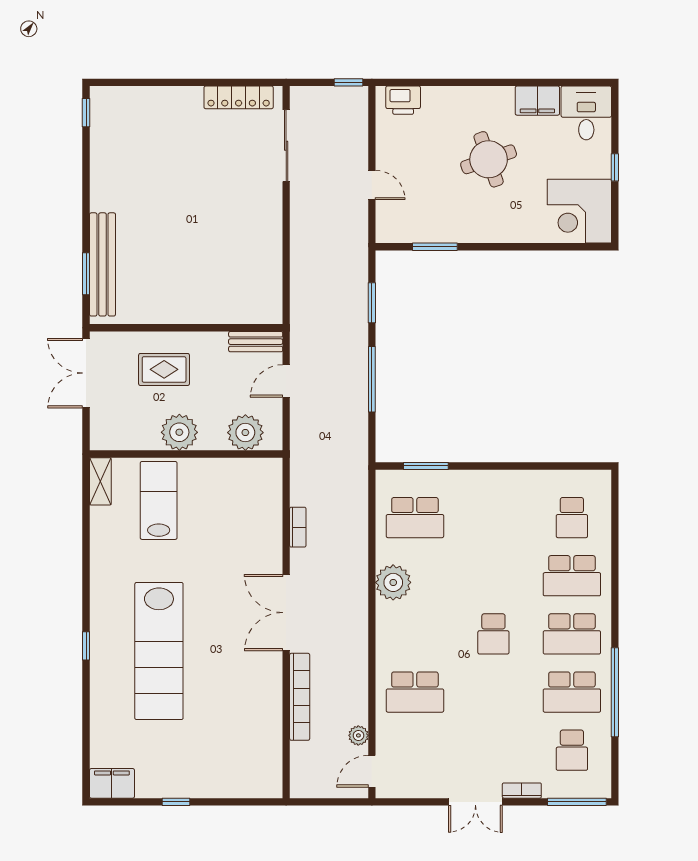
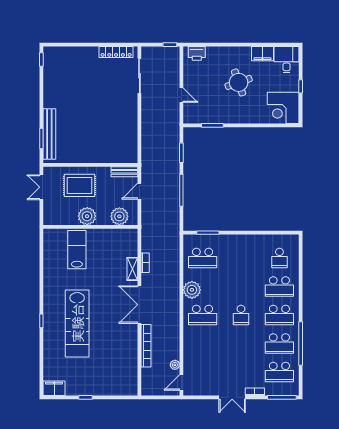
rug: (164, 369) -> (80, 185), width x1.36, depth x1.43
double door: (86, 373) -> (41, 187), width x0.73
shelving: (100, 481) -> (132, 269), moved
school desk: (415, 692) -> (203, 315), moved
school desk: (572, 750) -> (279, 372), width x1.85

